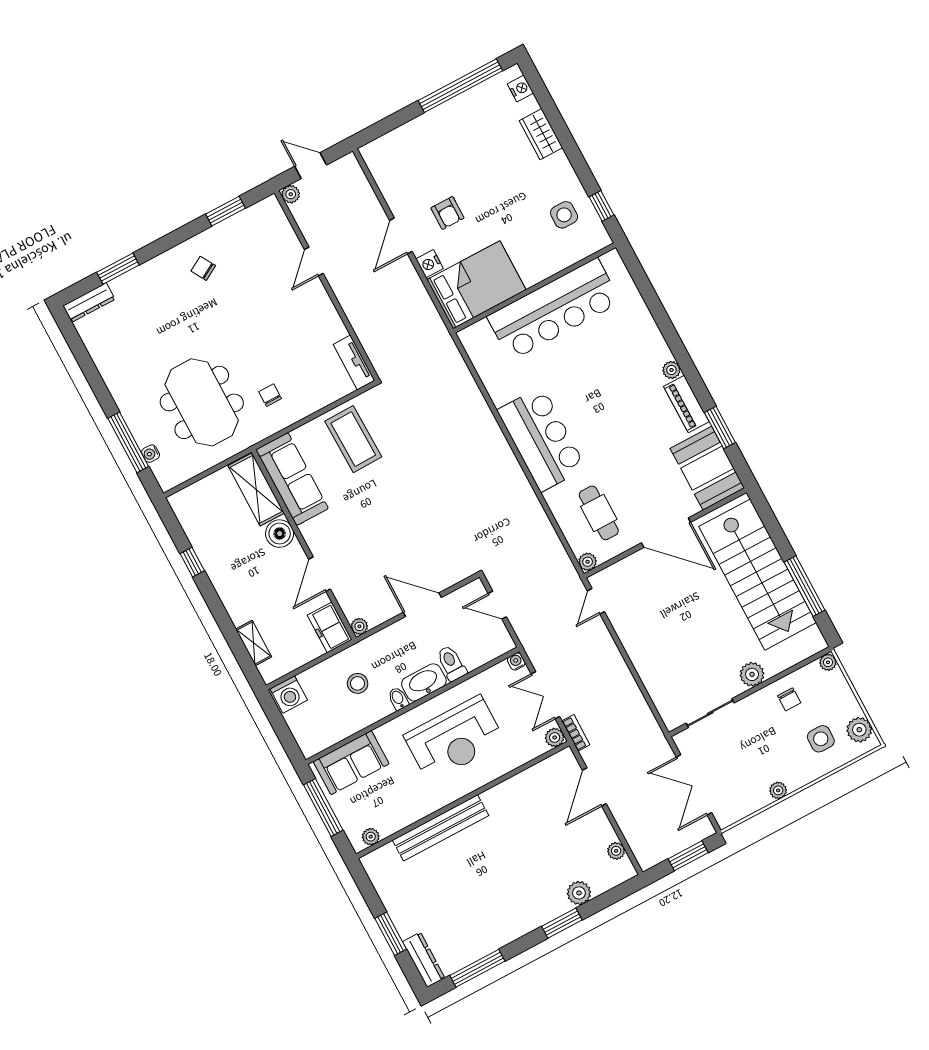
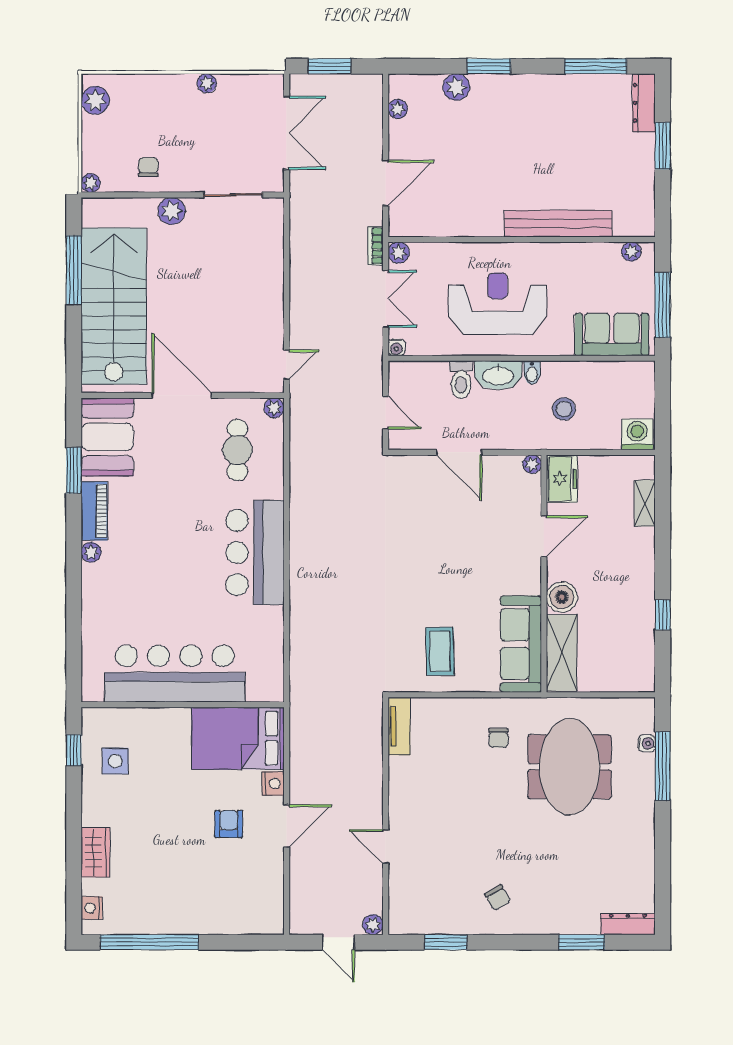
door: (314, 261) -> (386, 847), swing flipped
coffee table: (353, 439) -> (440, 651), width x0.73, depth x0.76
side table: (821, 739) -> (138, 112), removed

